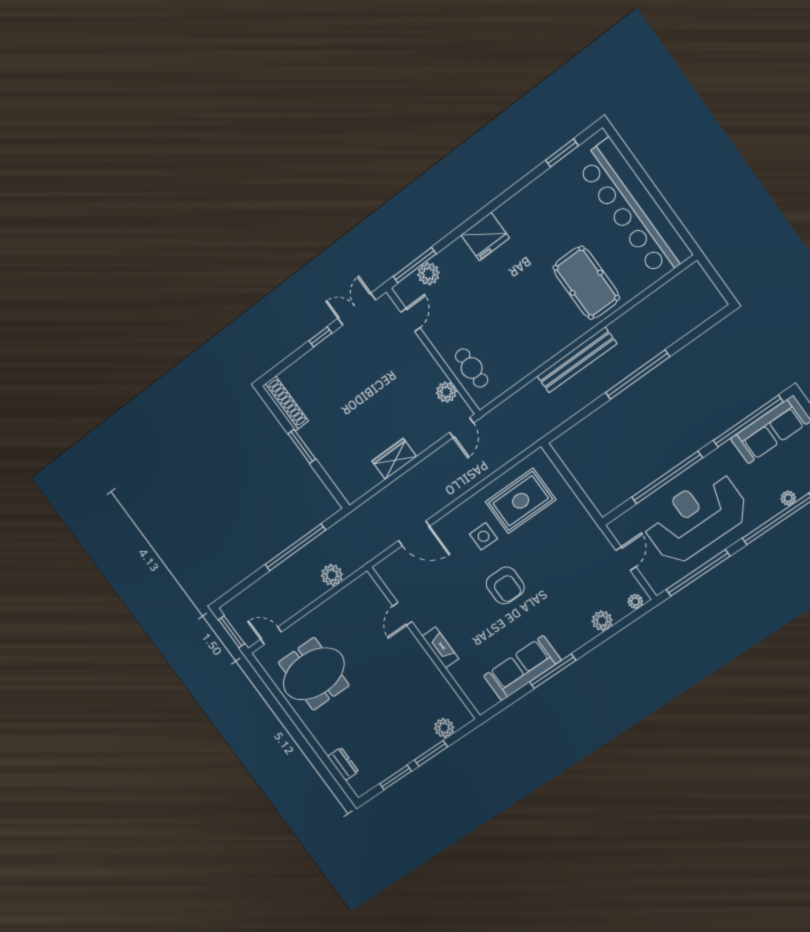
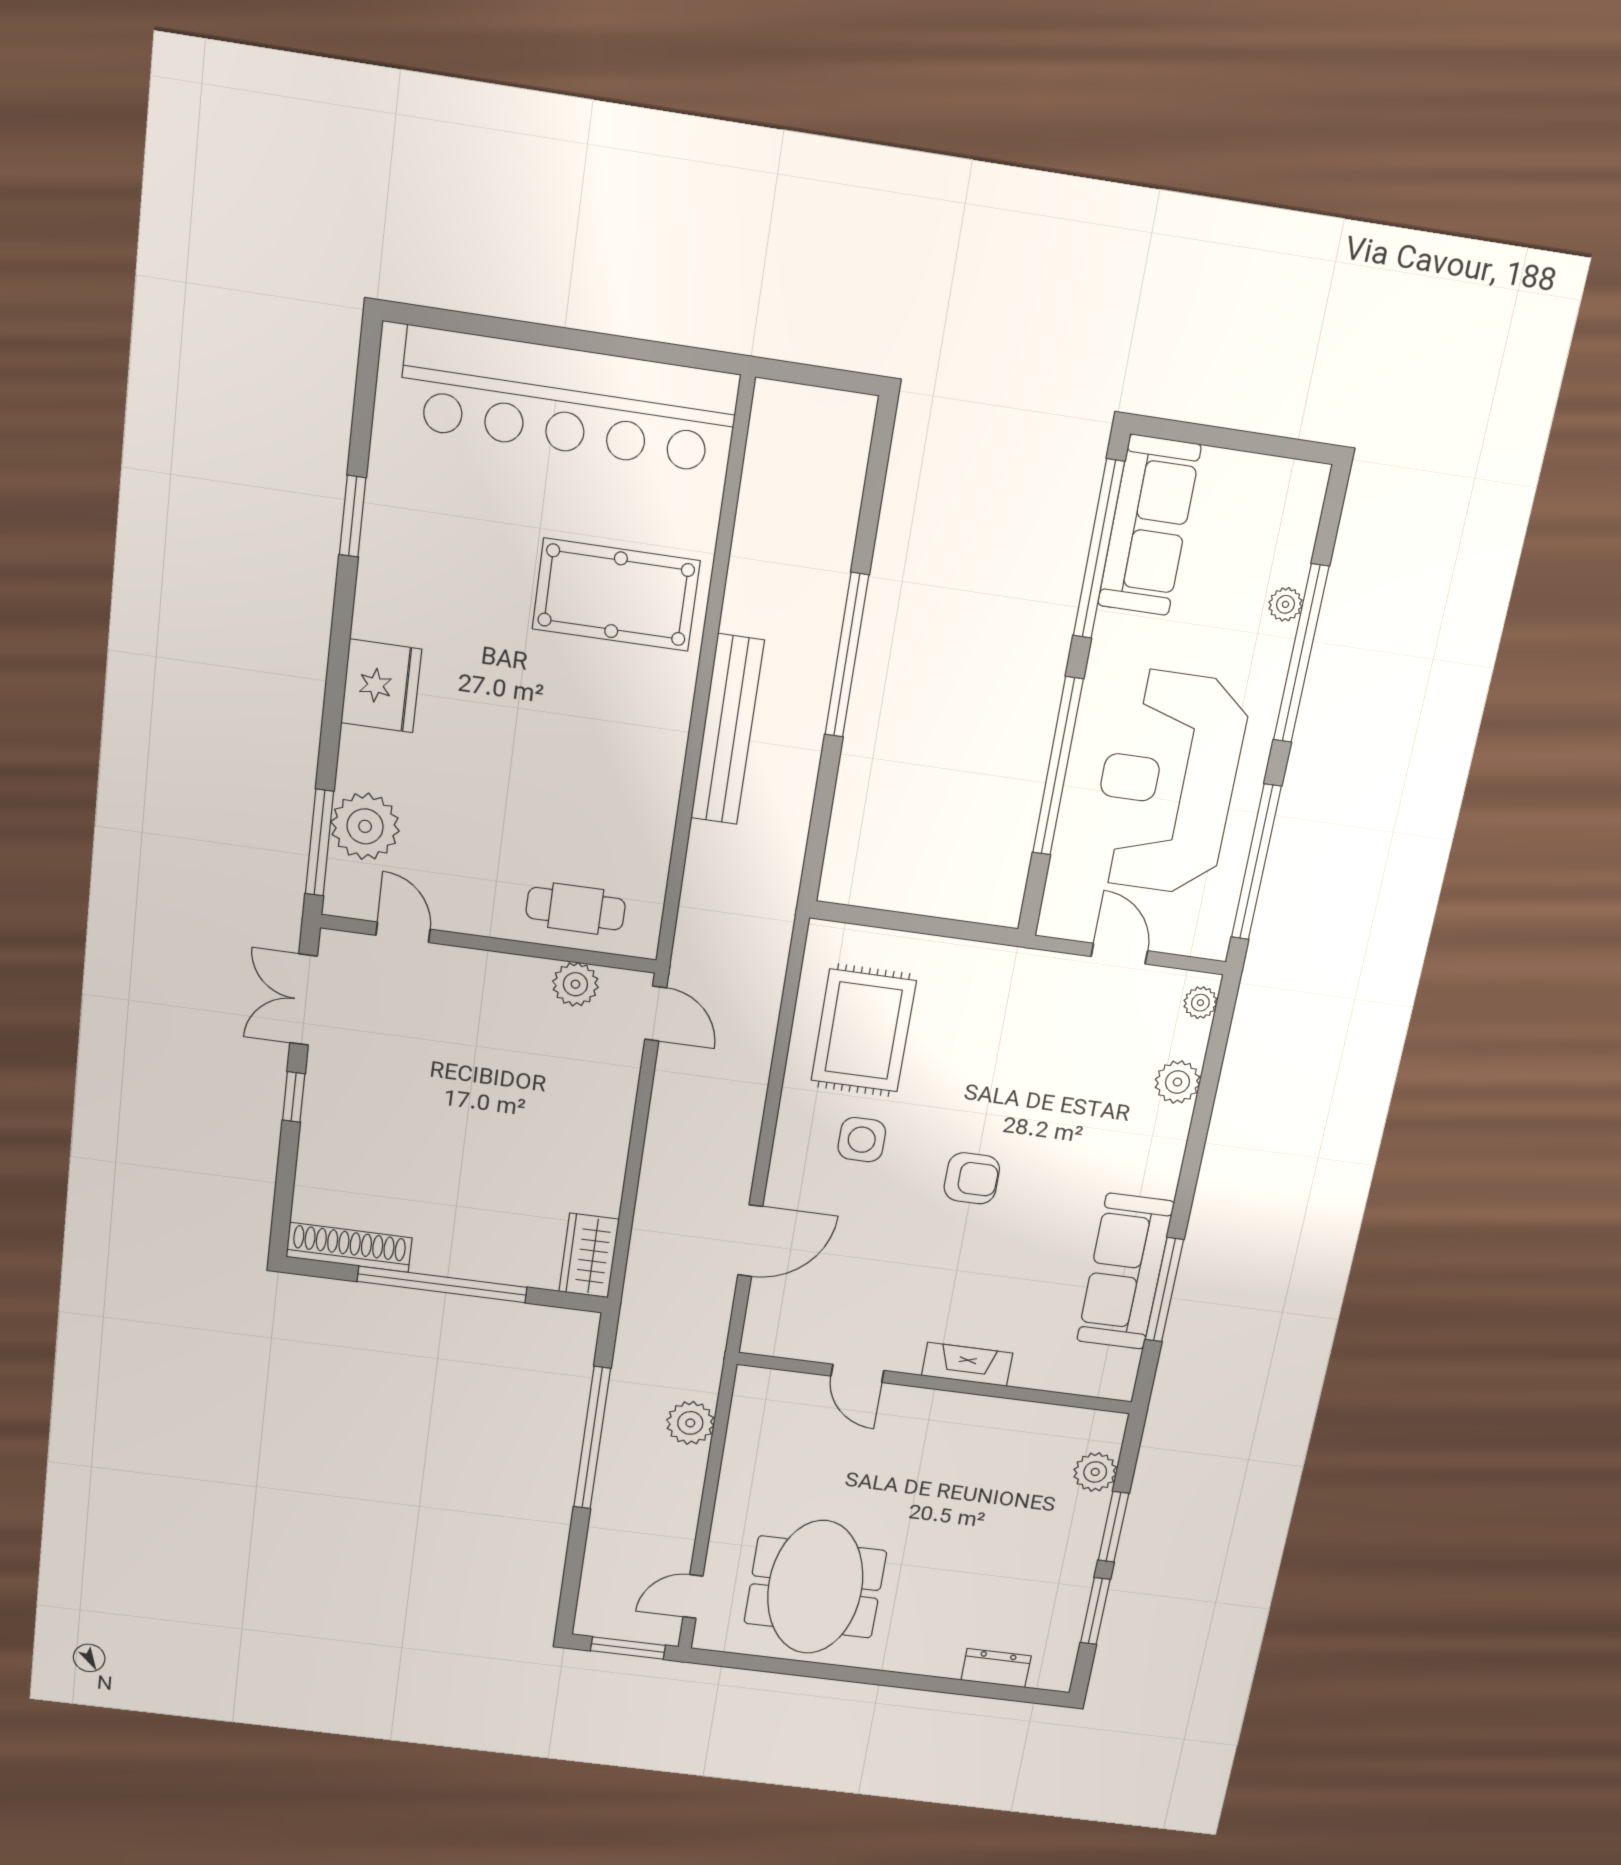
window: (562, 153) -> (353, 516), moved
plant: (428, 274) -> (365, 826), width x1.36, depth x1.36
window: (302, 446) -> (442, 1284), width x2.11
wardrobe: (394, 459) -> (589, 1255), moved
armchair: (505, 585) -> (972, 1178), width x0.72, depth x0.72
window: (553, 671) -> (1164, 1290), moved

